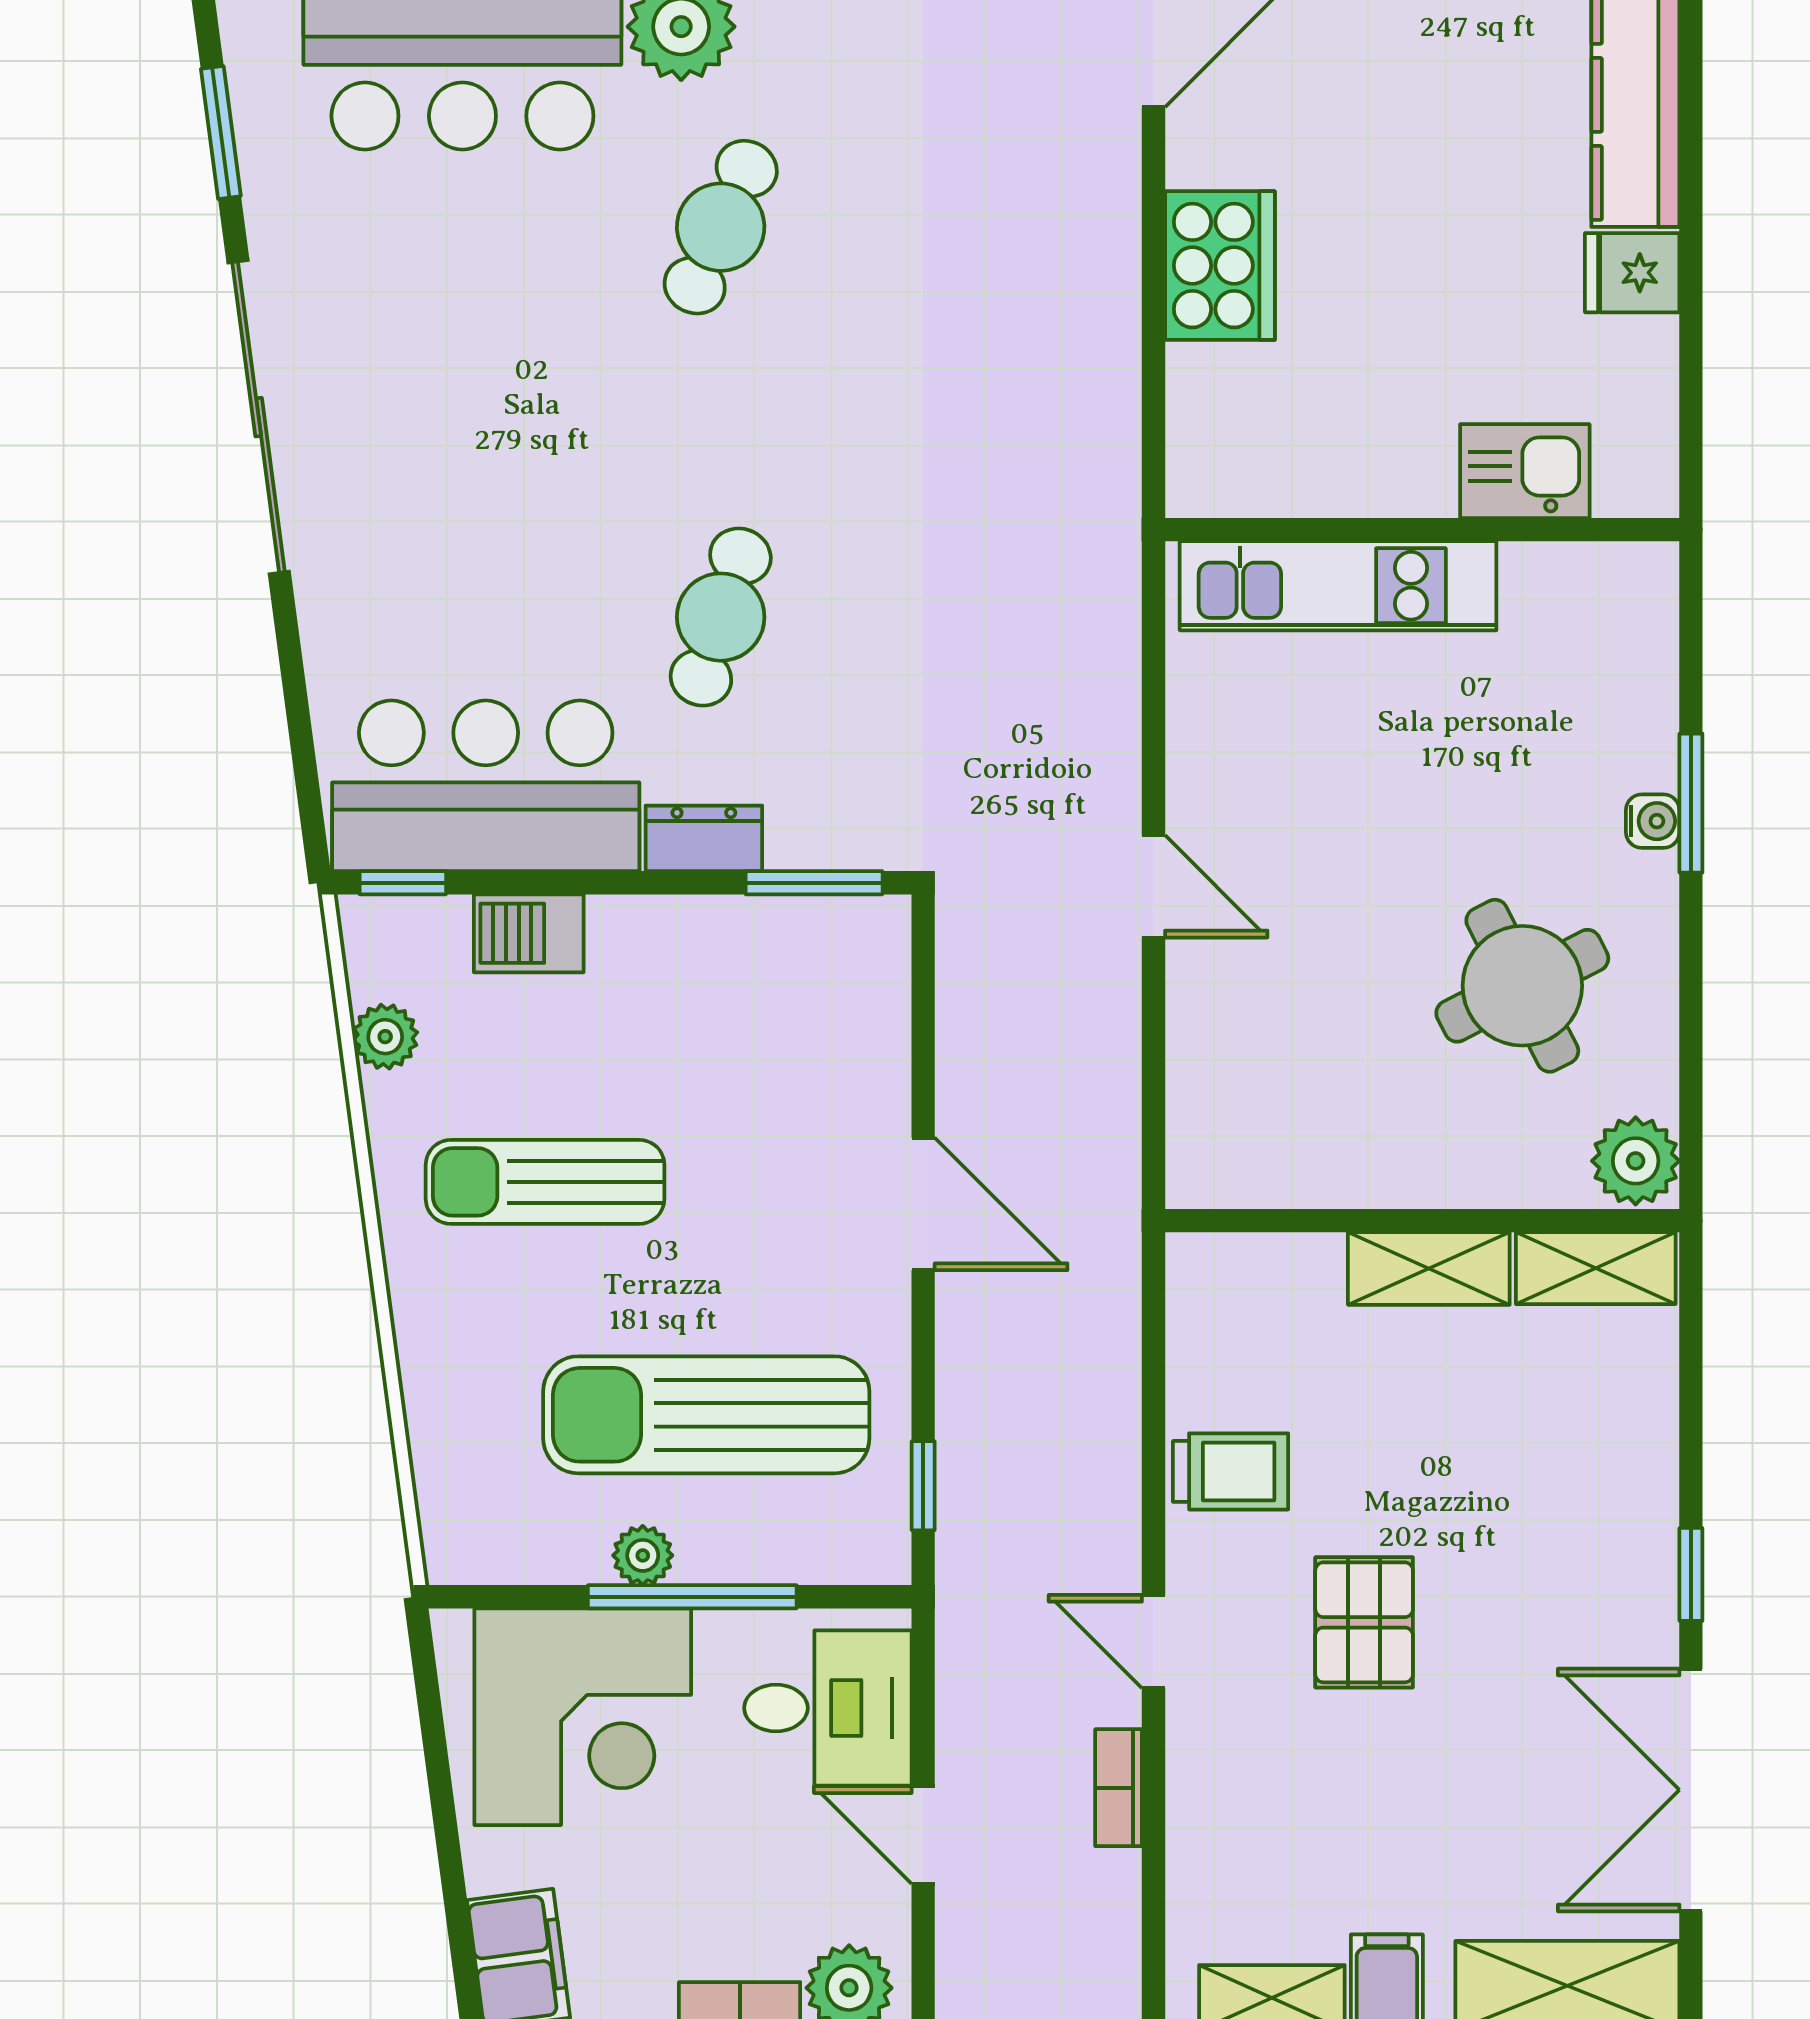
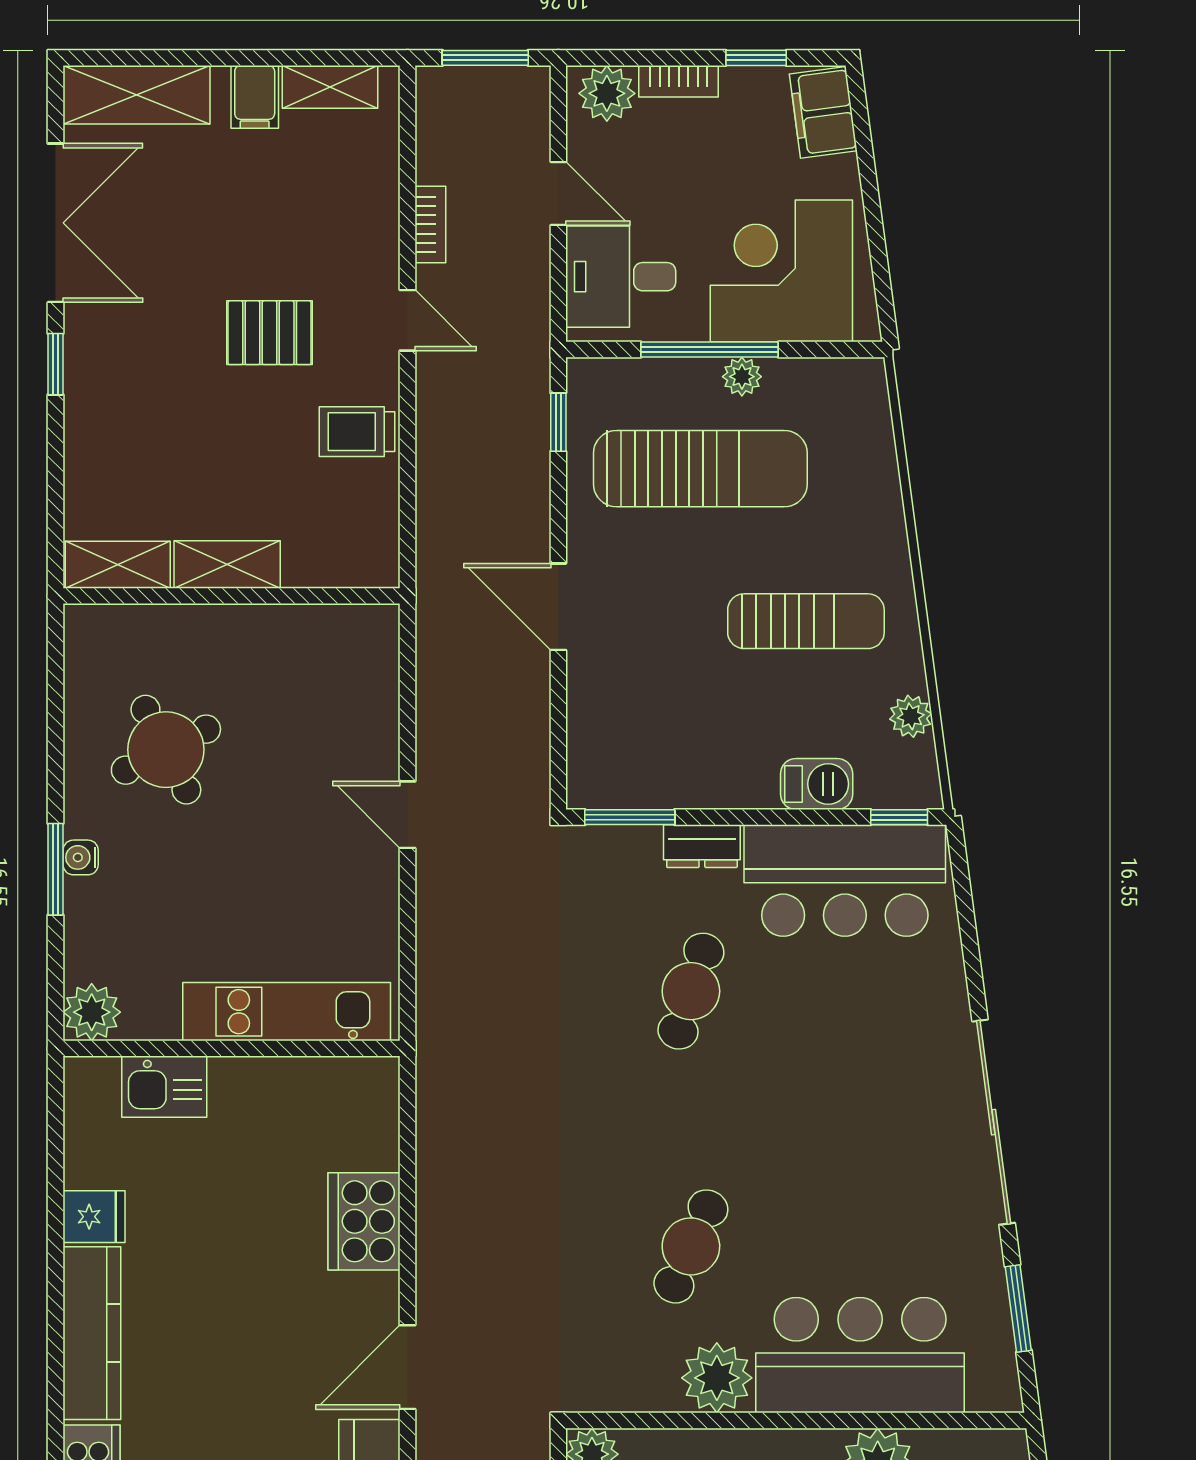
plant: (1636, 1161) -> (92, 1012), moved
pallet: (1364, 1622) -> (270, 333), turned 90

